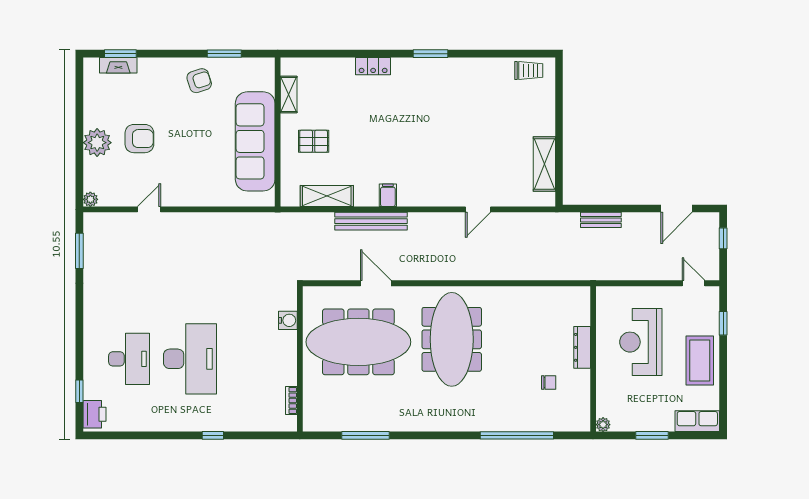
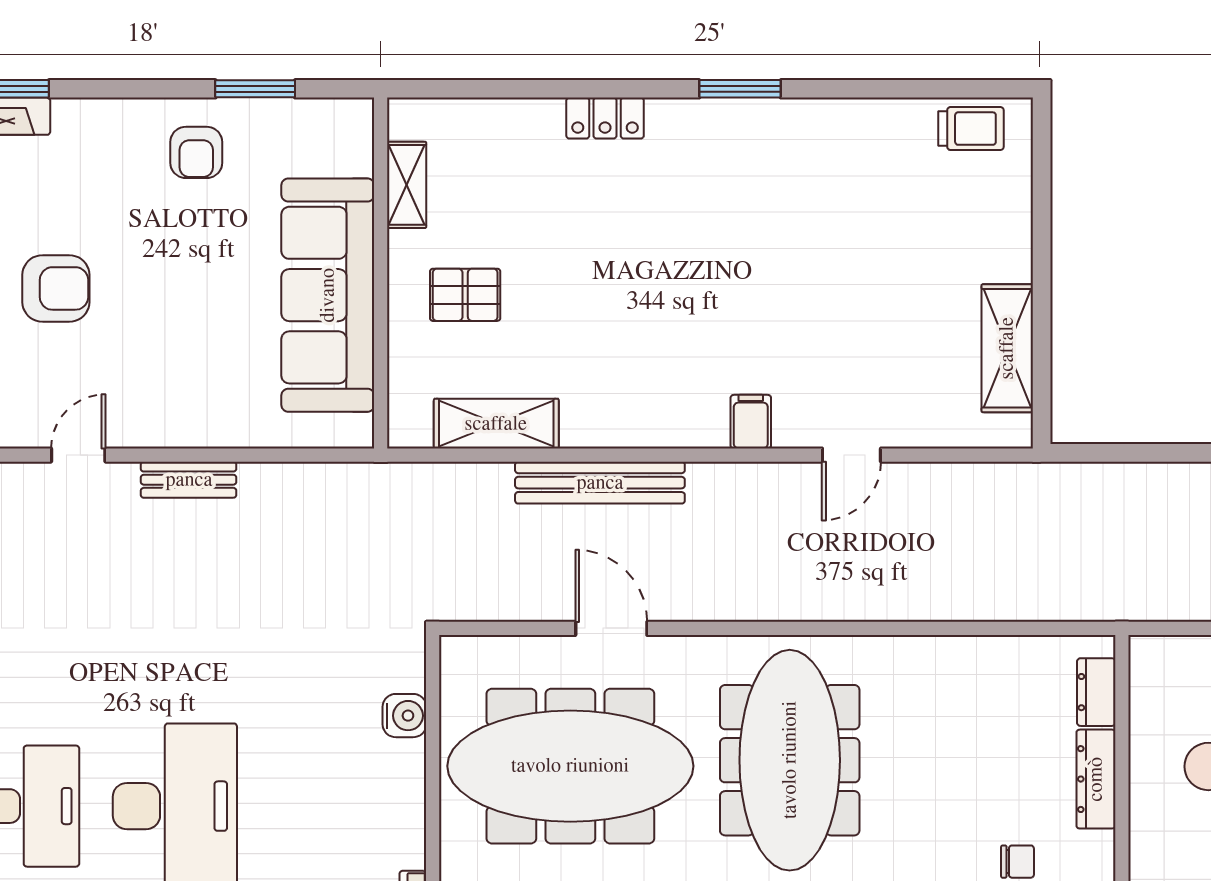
armchair: (199, 81) -> (196, 152), turned 108
filing cabinet: (388, 195) -> (751, 422), moved
bench: (601, 220) -> (189, 480), moved
dresser: (582, 310) -> (1096, 692), added

